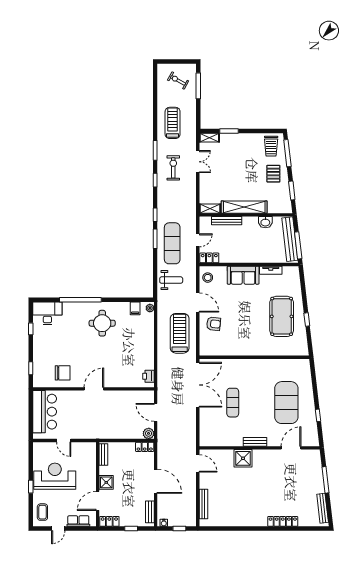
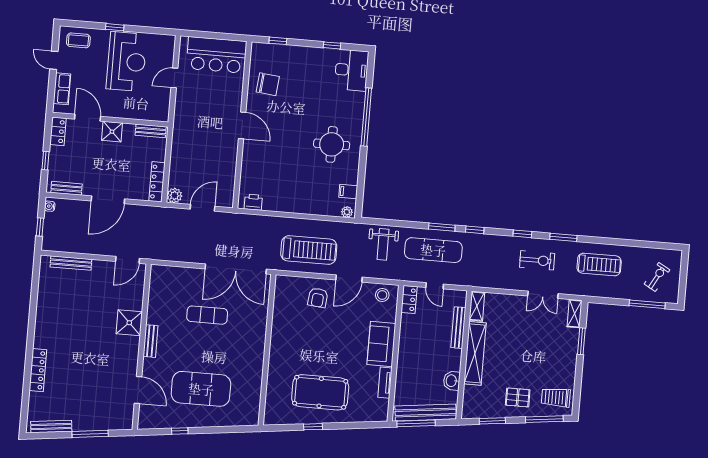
chair: (63, 373) -> (268, 84), turned -84
locker: (145, 447) -> (157, 182), width x1.53

